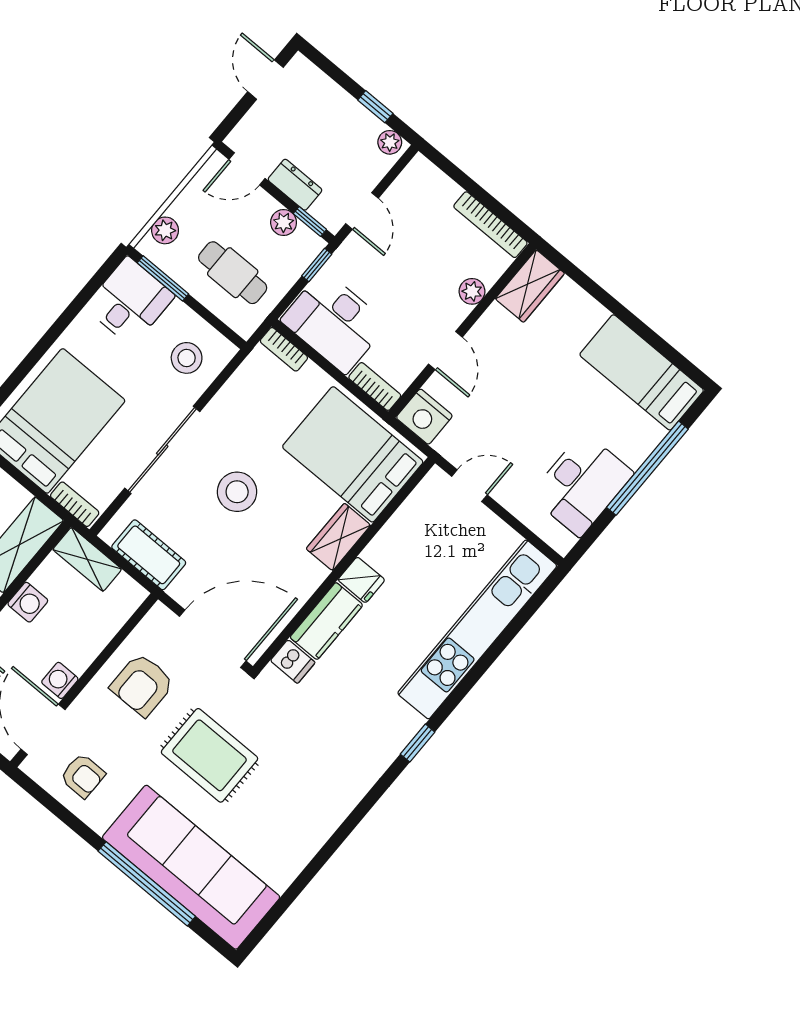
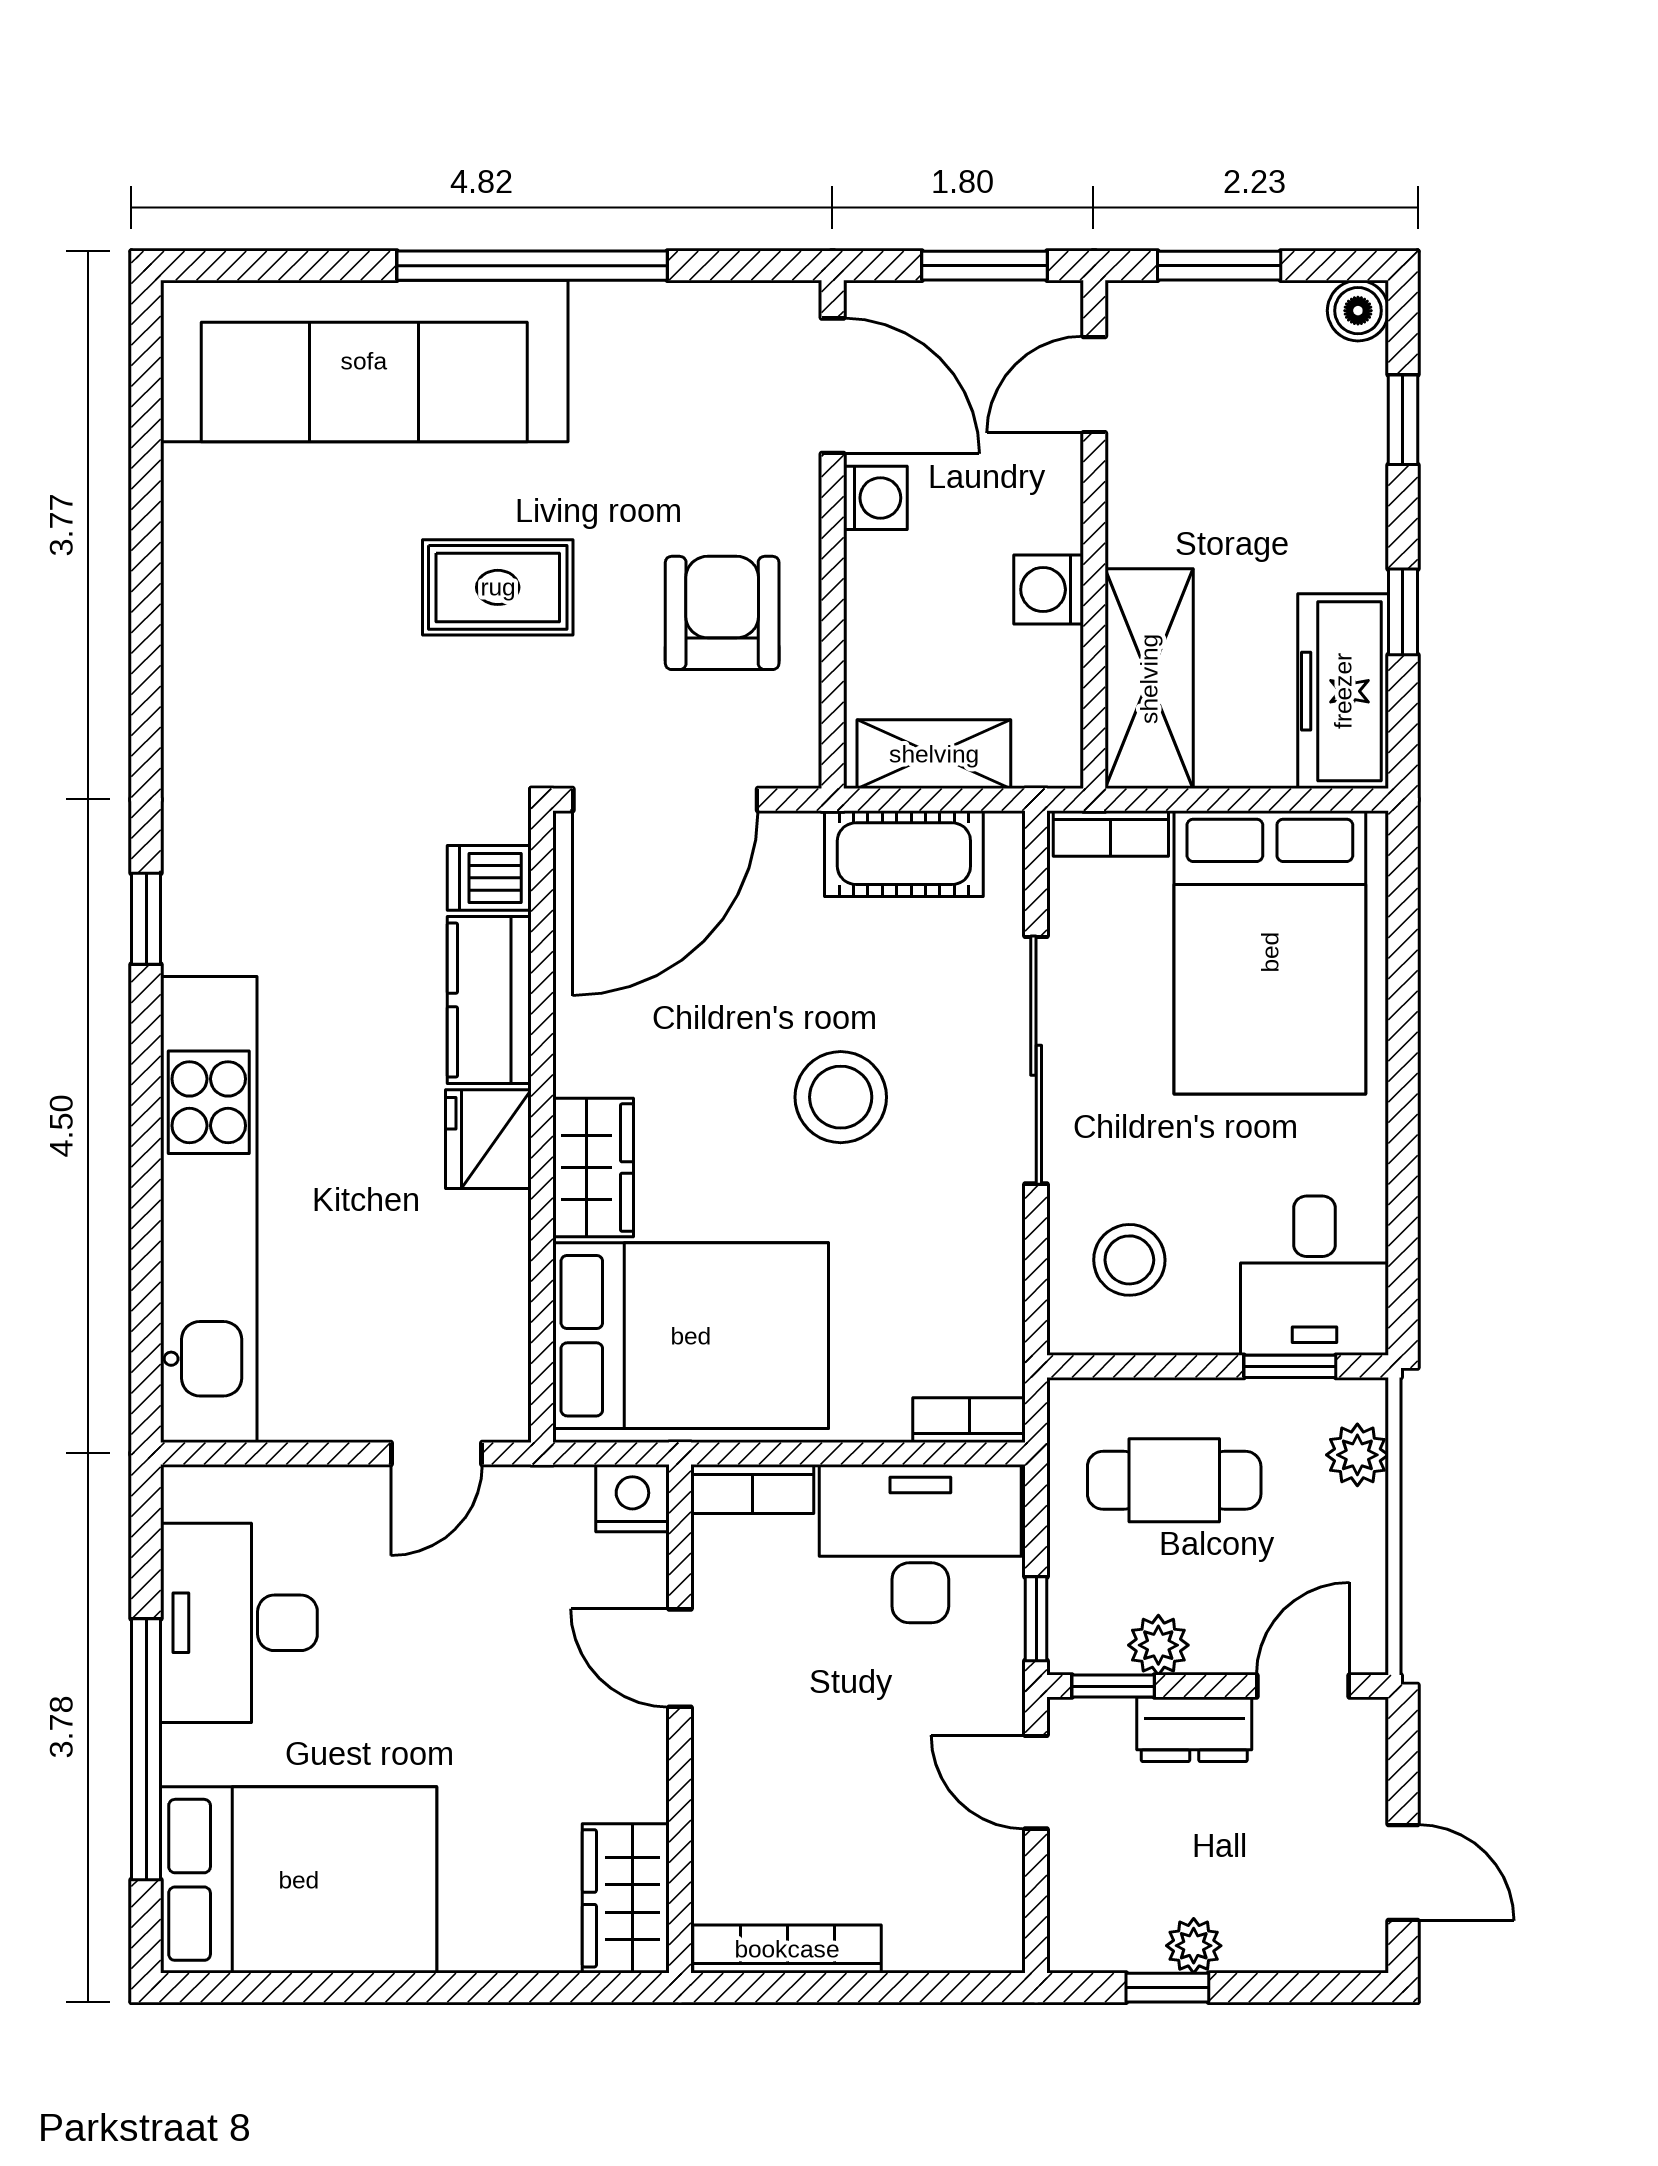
plant: (390, 142) -> (1194, 1946), moved
window: (163, 278) -> (1290, 1366), width x0.67
plant: (472, 291) -> (721, 1803), removed
bed: (642, 372) -> (299, 1880), width x1.50
nightstand: (424, 417) -> (632, 1498), width x0.74, depth x0.75
shelving: (87, 559) -> (934, 754), moved
fridge: (361, 580) -> (488, 1139), width x1.38
rug: (209, 755) -> (498, 587), width x0.73, depth x0.70
armchair: (83, 776) -> (693, 362), removed
window: (147, 884) -> (532, 266), moved

